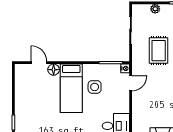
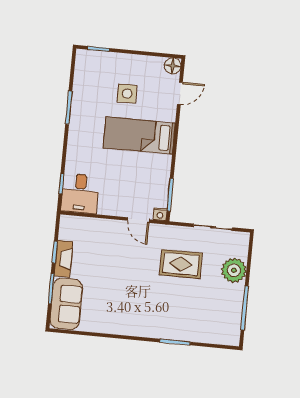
plant: (155, 9) -> (234, 270), width x1.88, depth x1.88
floor lamp: (54, 70) -> (173, 66), moved
side table: (95, 87) -> (127, 94), moved

